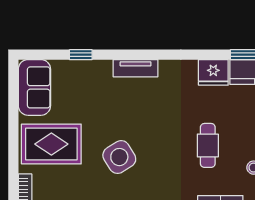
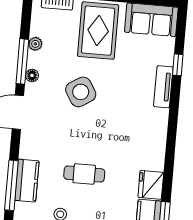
tv unit: (136, 68) -> (163, 87), moved

